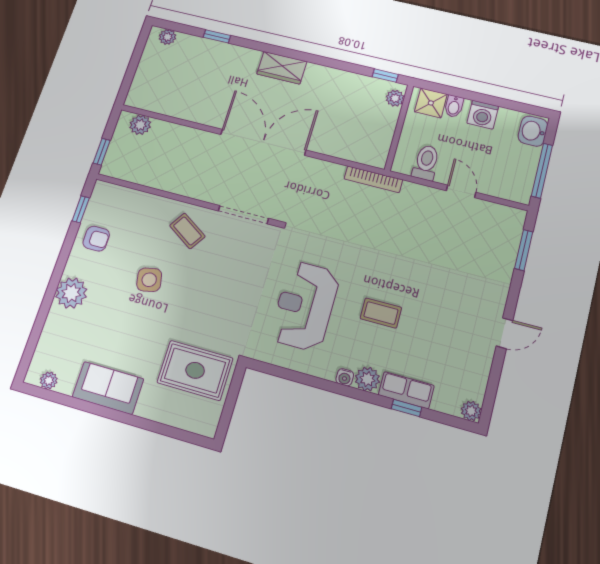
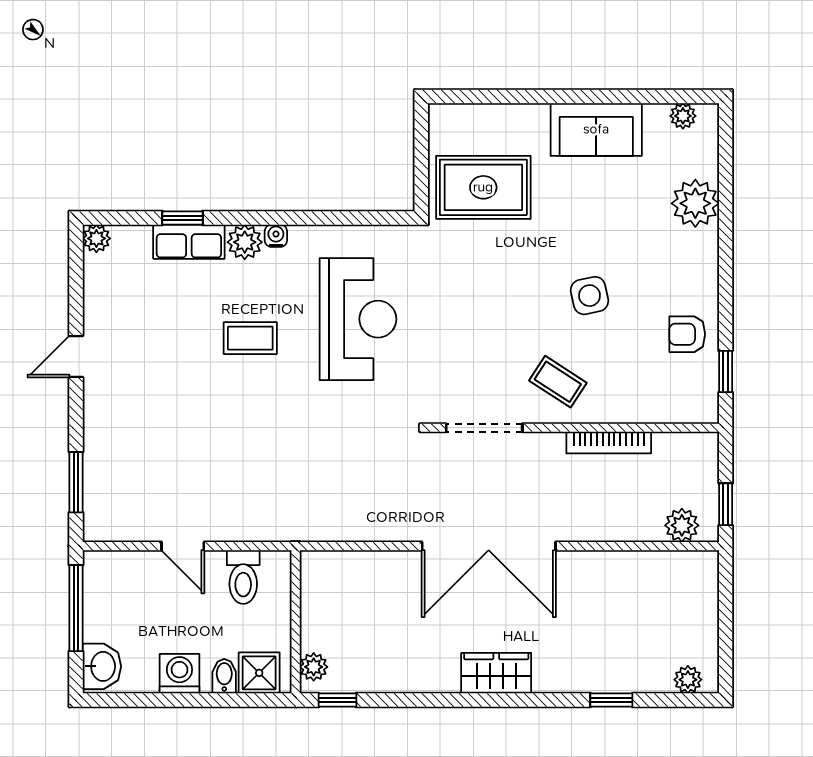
window: (102, 152) -> (726, 504), moved
bookcase: (373, 179) -> (609, 443), moved, turned 180
plant: (71, 293) -> (695, 203), moved

